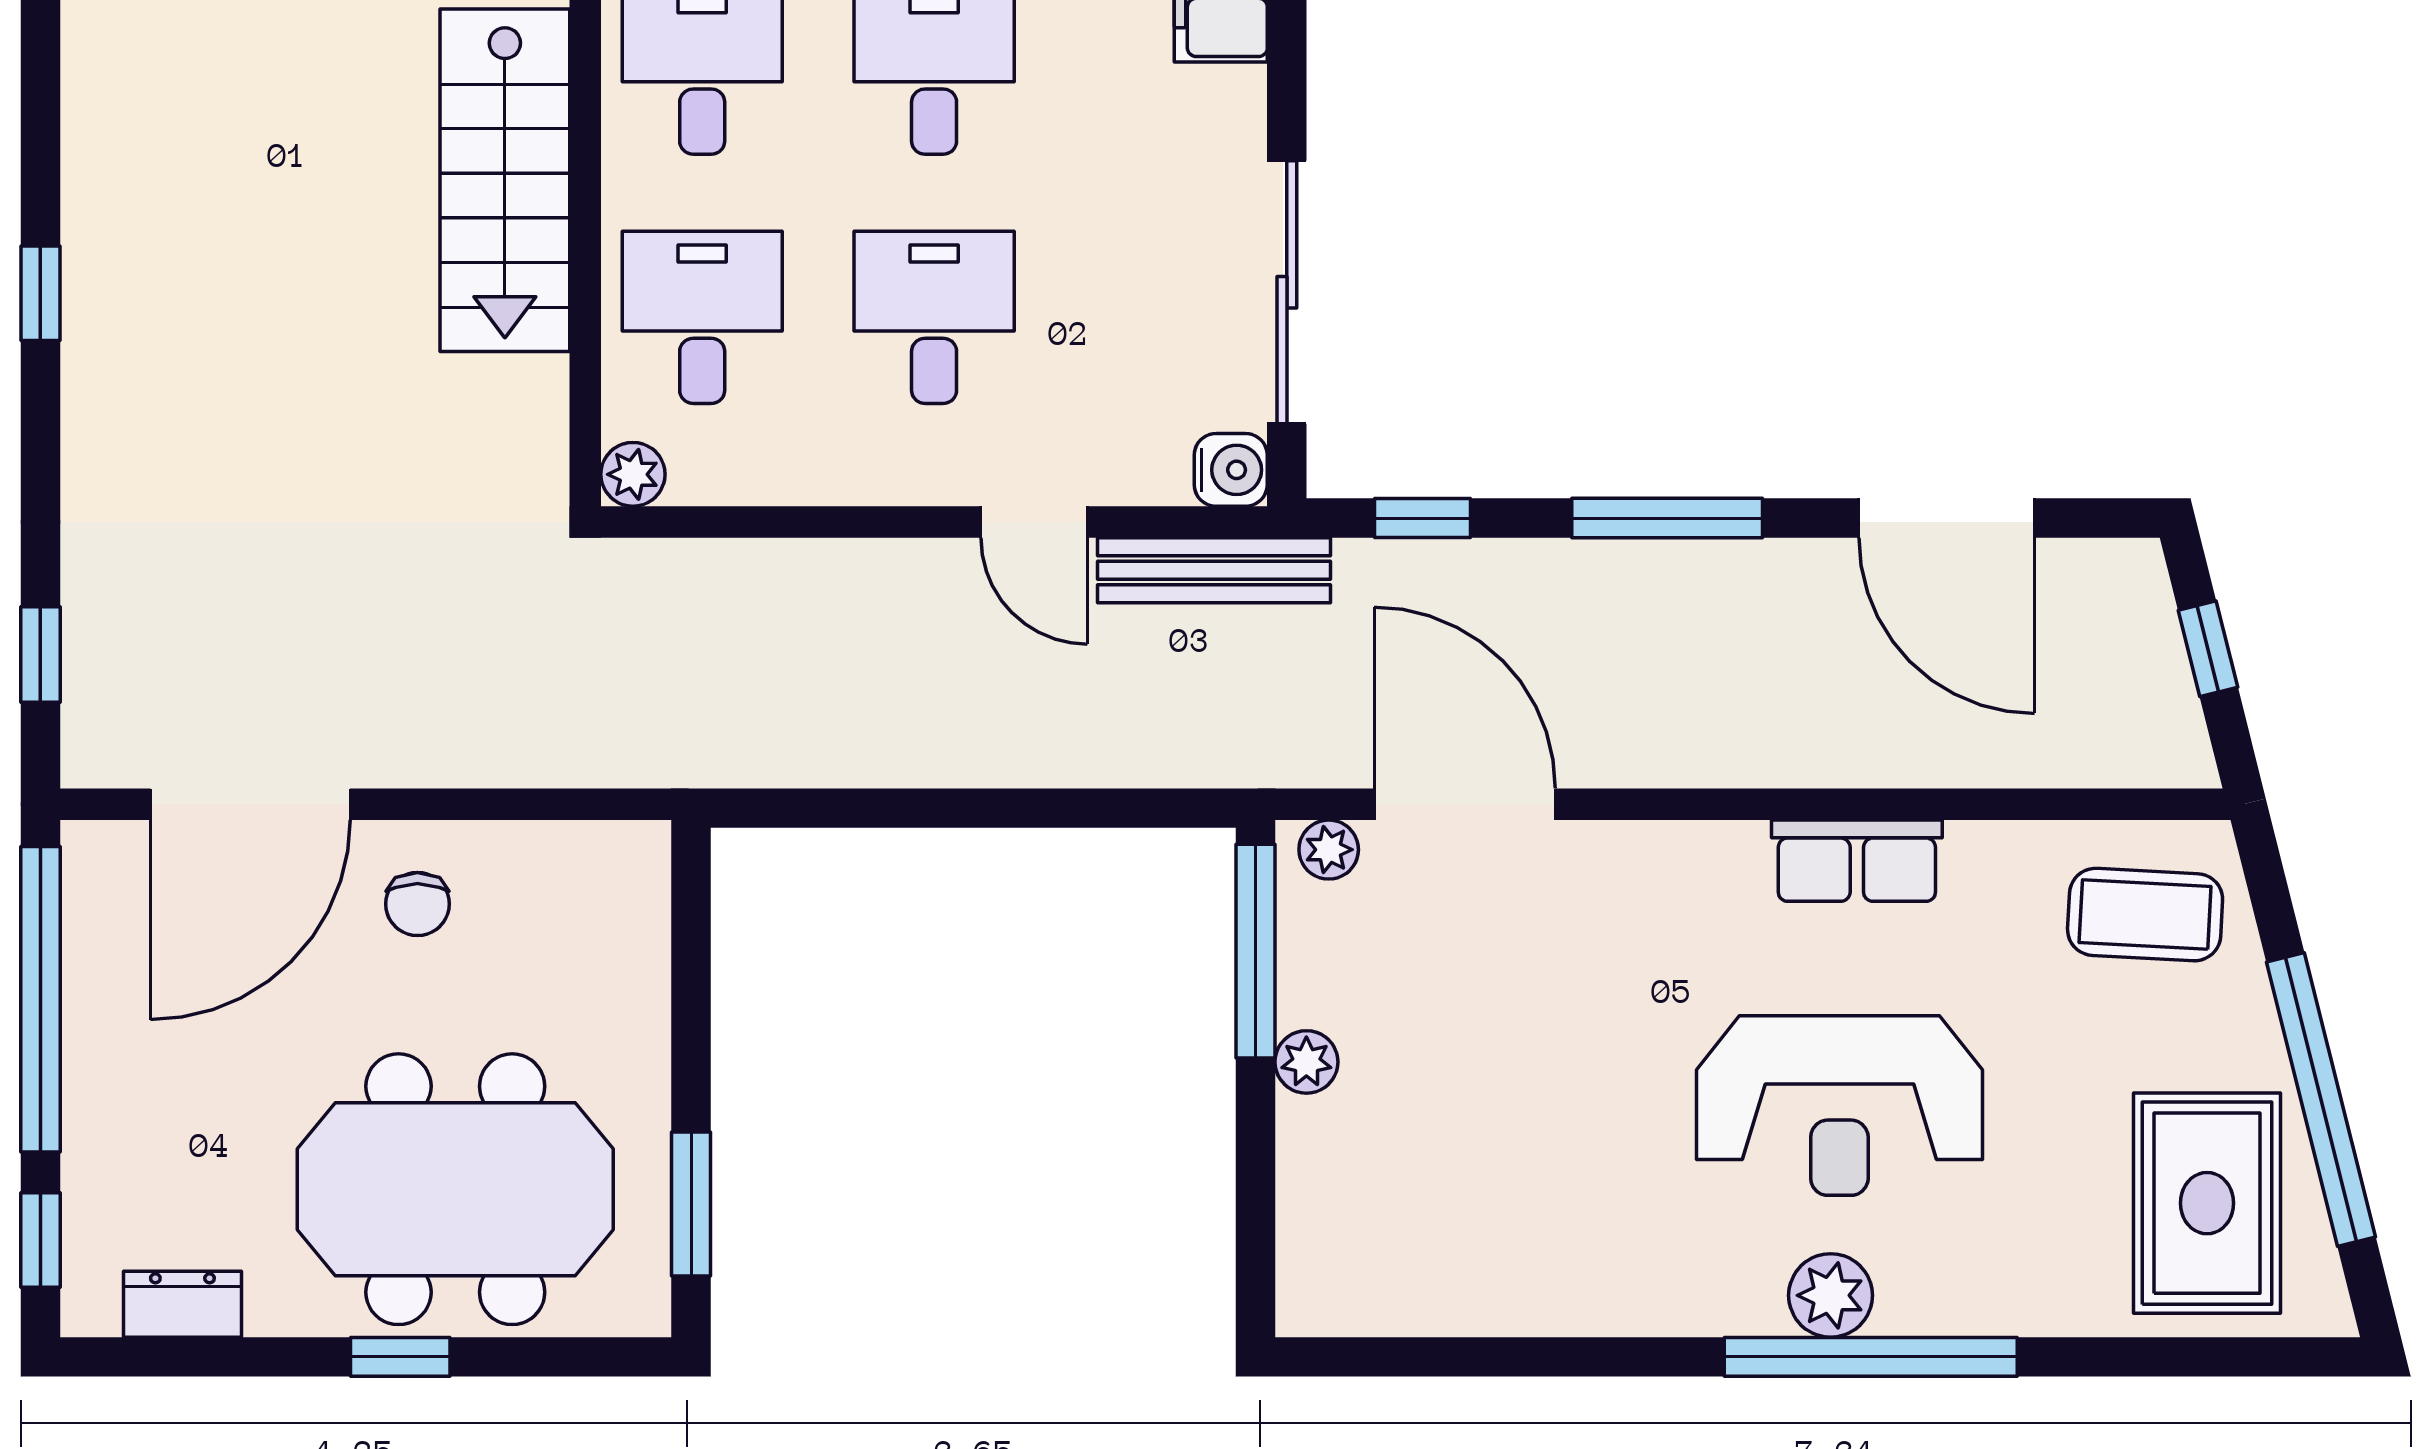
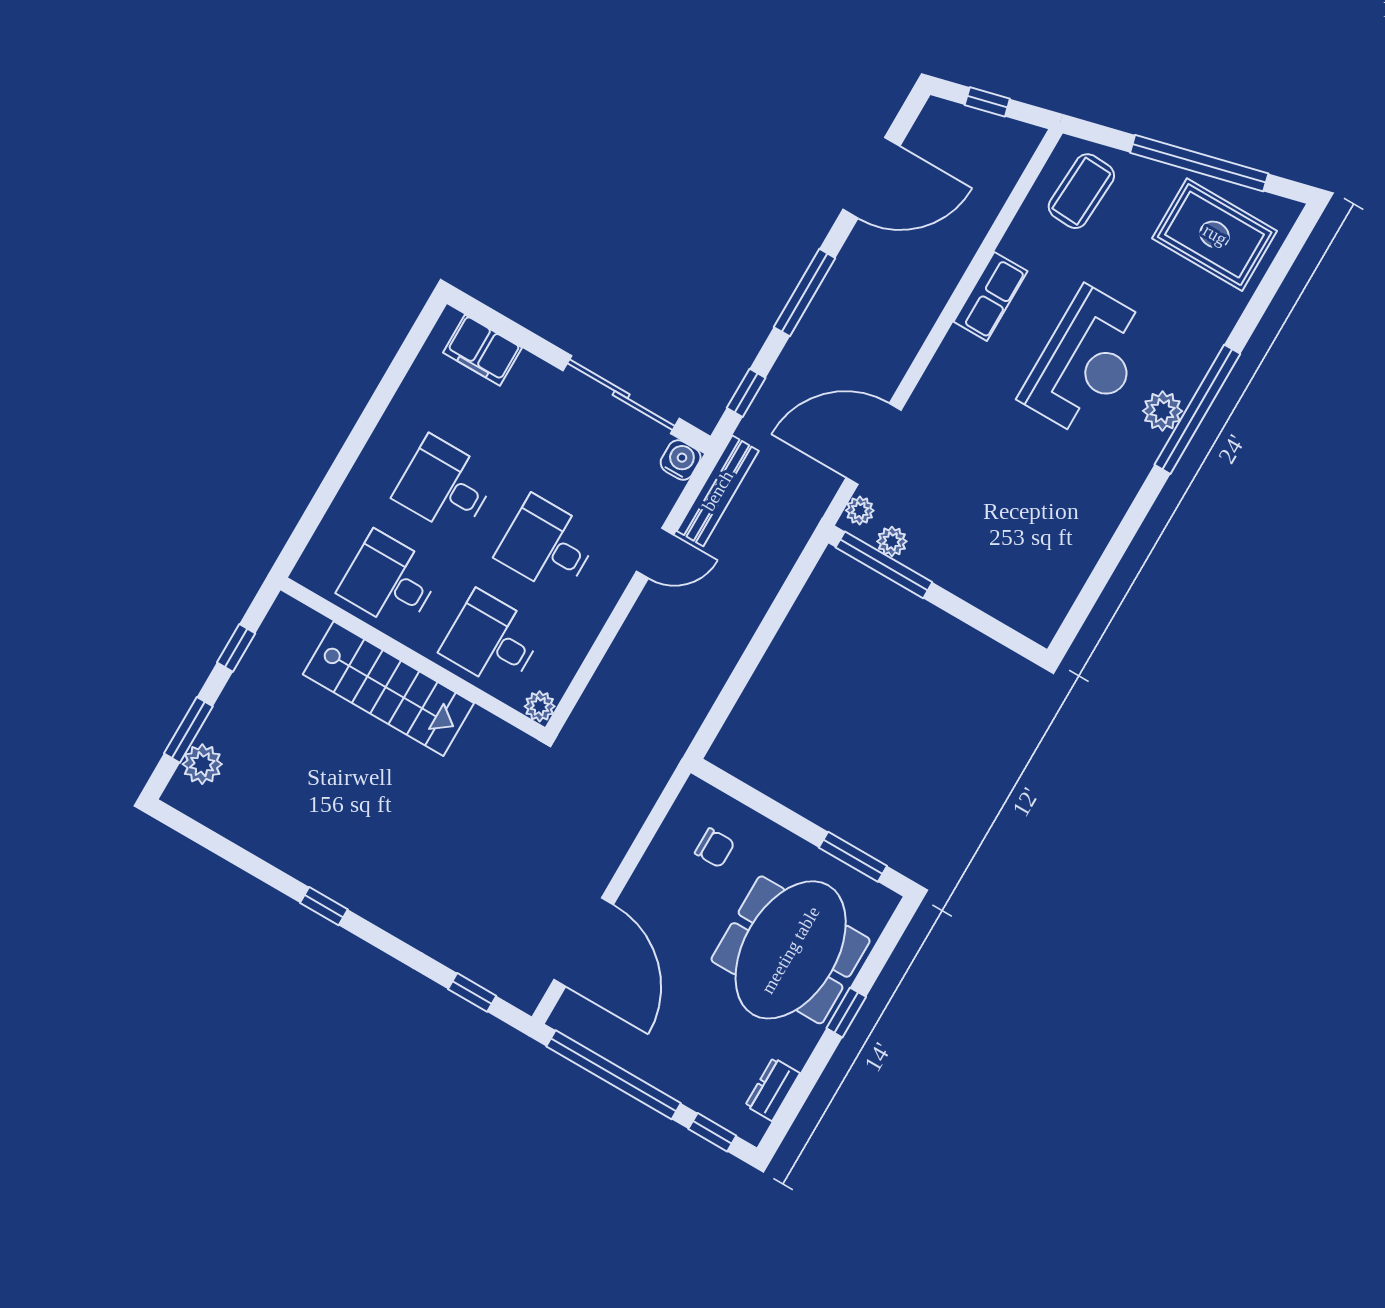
chair: (417, 904) -> (715, 848), moved
plant: (1306, 1062) -> (892, 541), moved

